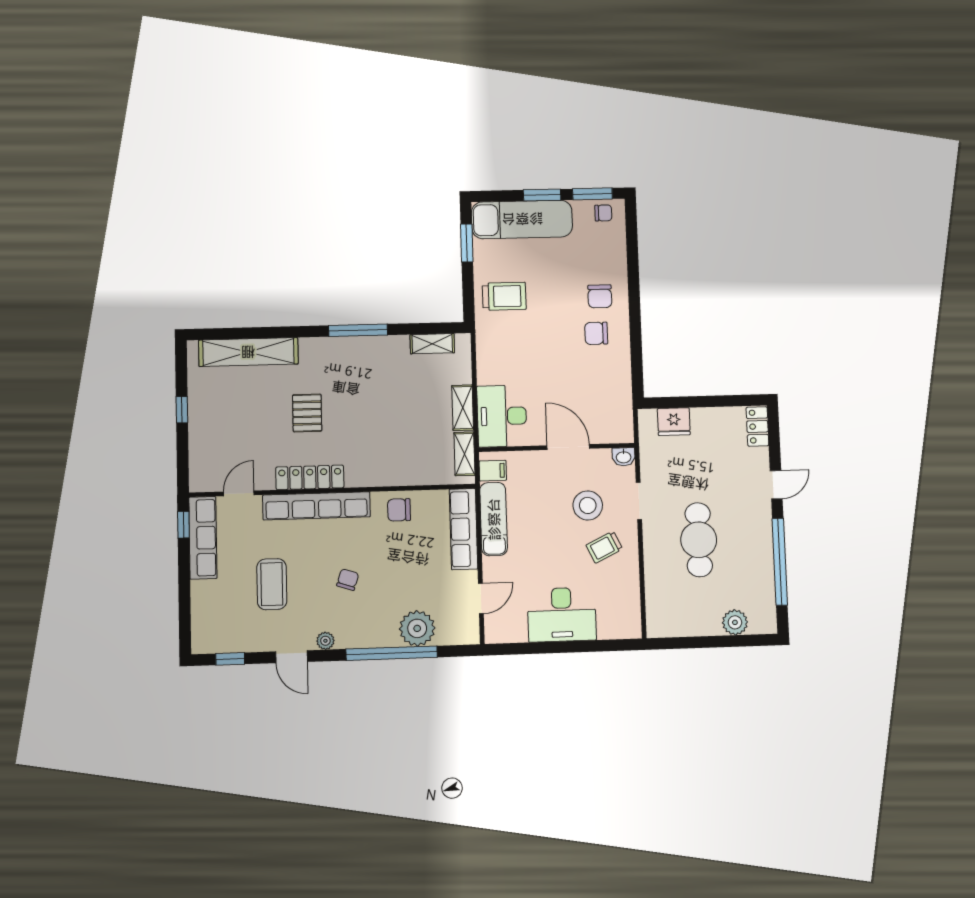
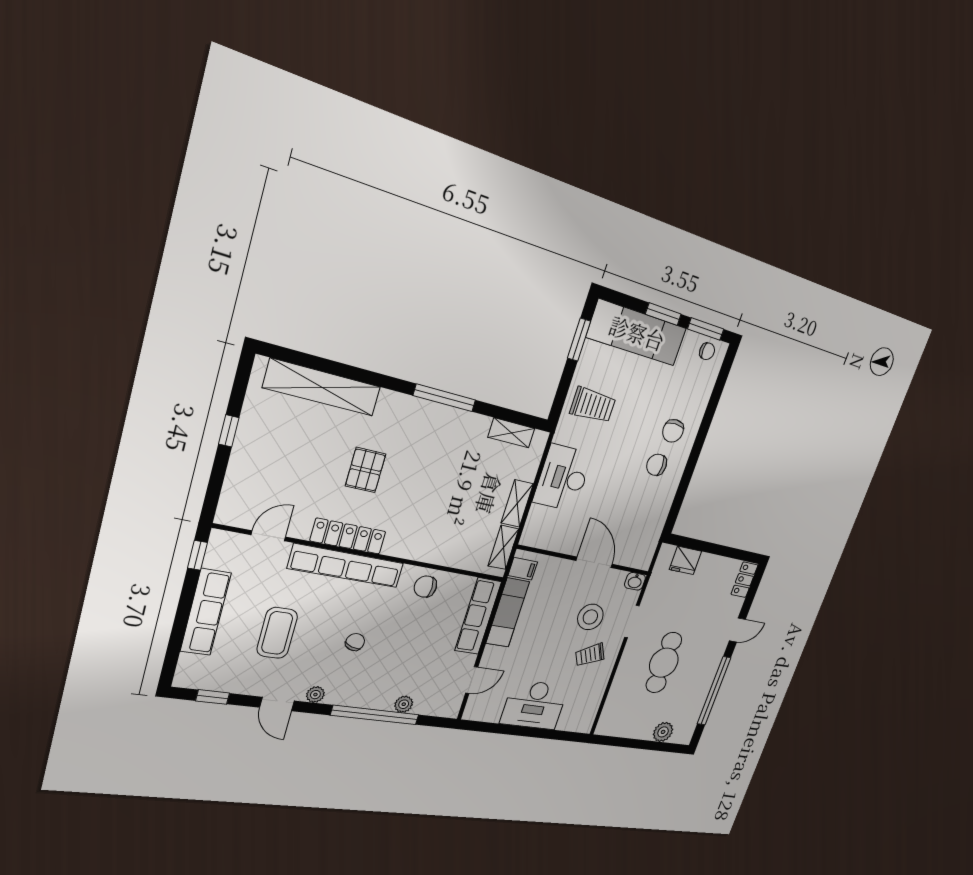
desk: (502, 416) -> (563, 478), moved
row of seats: (203, 538) -> (206, 612), moved
plant: (417, 628) -> (404, 704), width x0.53, depth x0.53

